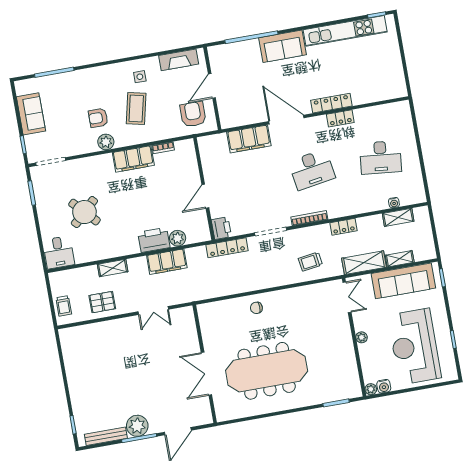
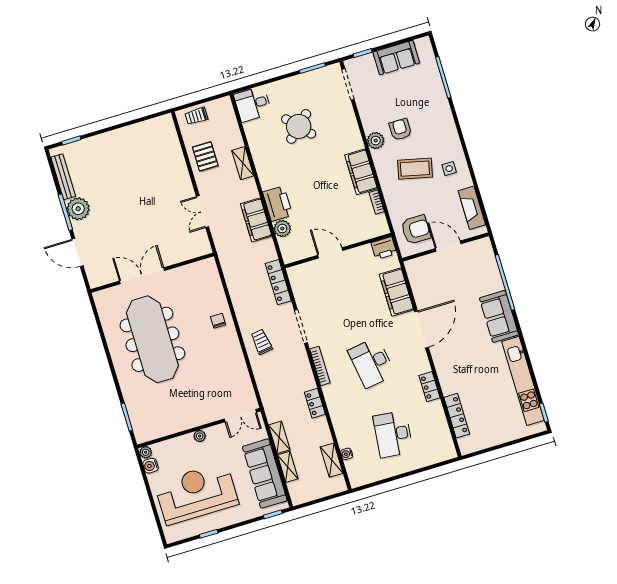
locker: (331, 103) -> (457, 416), moved
printer: (221, 228) -> (384, 248), moved
trolley: (310, 262) -> (262, 342), moved
shelving: (364, 263) -> (279, 437), width x0.67, depth x0.75

